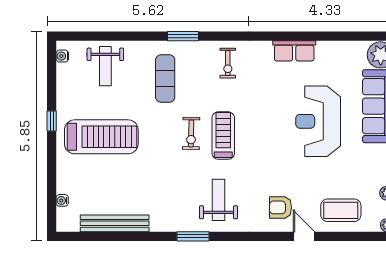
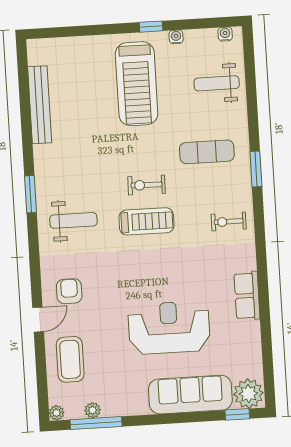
water cooler: (62, 200) -> (176, 37), moved

